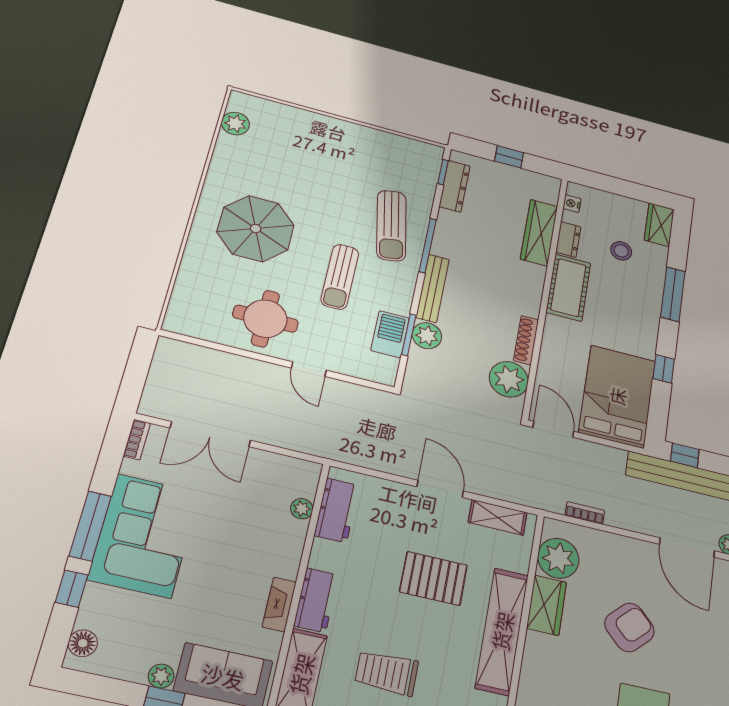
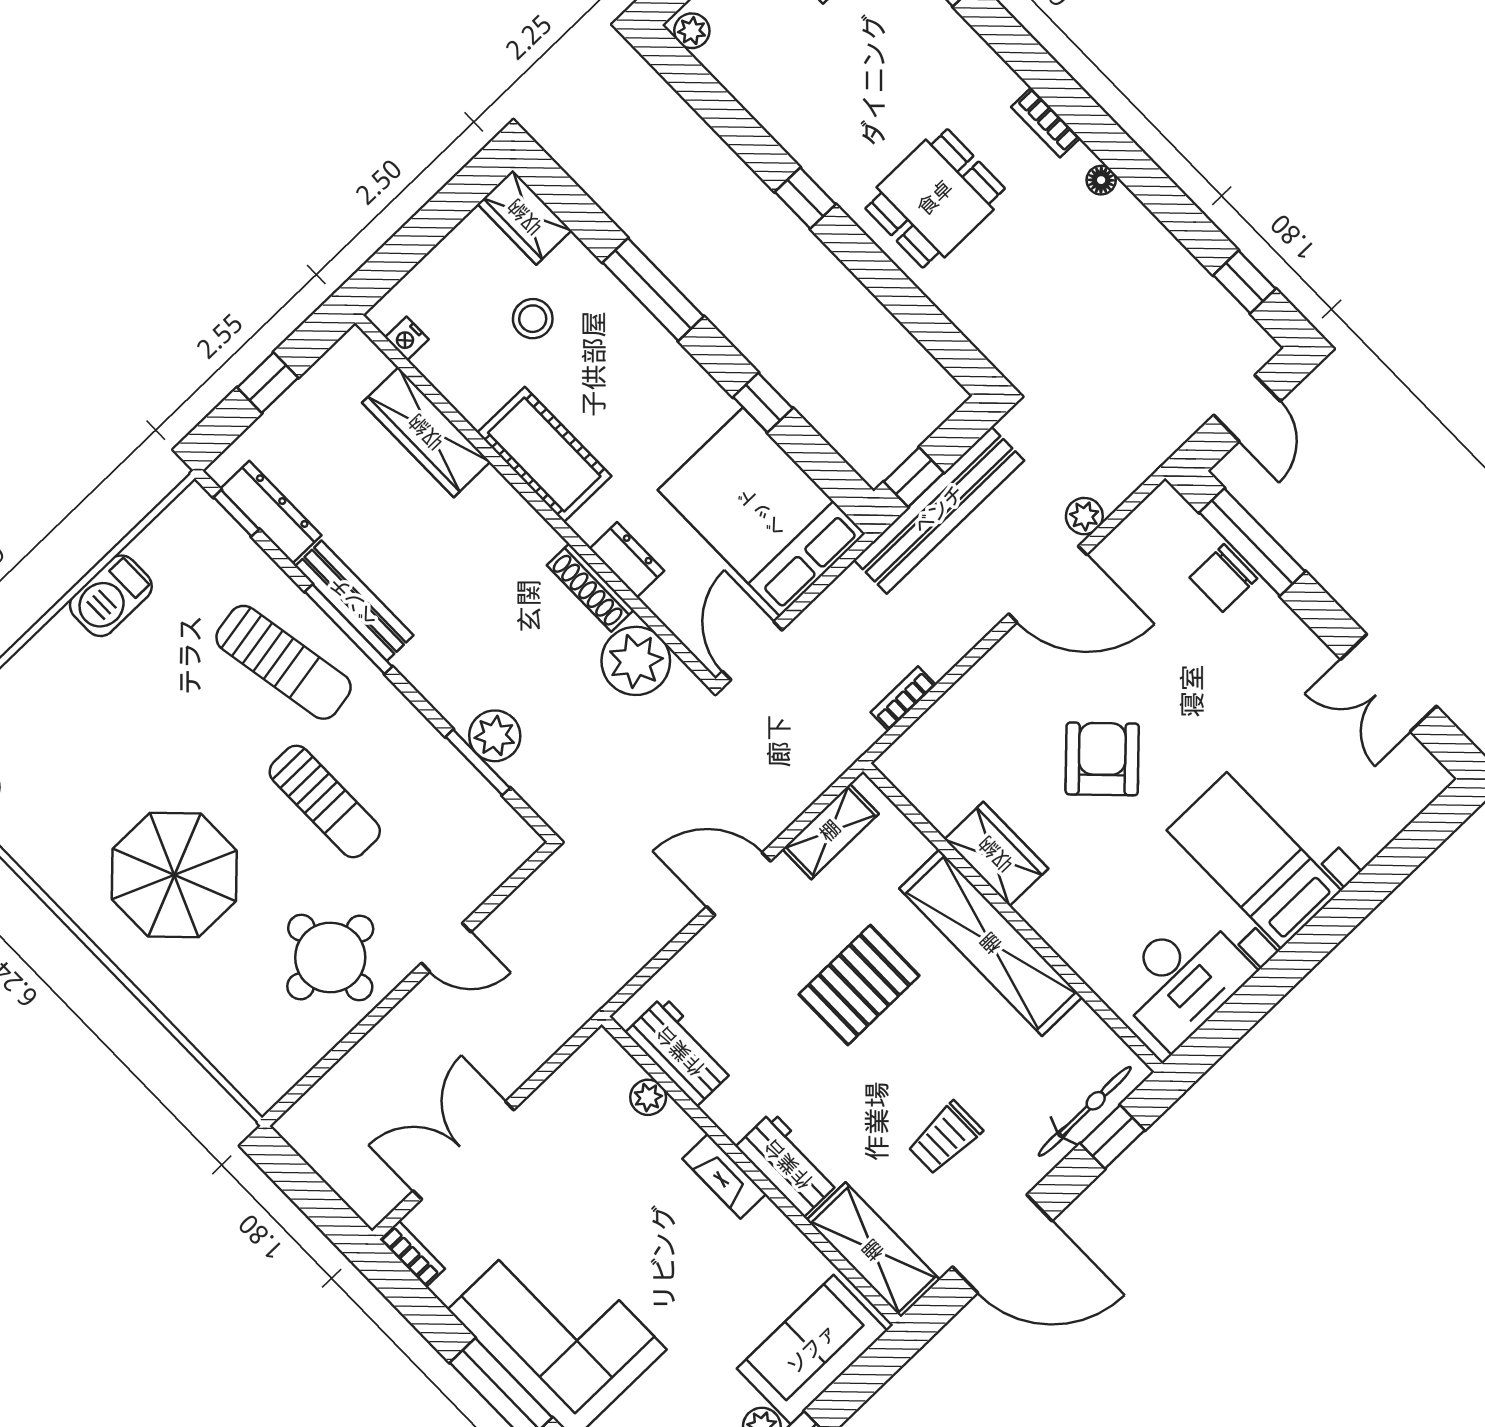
dresser: (568, 239) -> (627, 560), moved
bench: (433, 288) -> (354, 601), moved
barbecue: (390, 334) -> (111, 596), moved, turned -90
door: (553, 429) -> (752, 651), hinge flipped
double door: (210, 434) -> (464, 1150), swing flipped
plant: (558, 558) -> (943, 787), removed
fireplace: (279, 604) -> (724, 1176), moved
trolley: (387, 673) -> (945, 1138), width x0.73, depth x0.72

